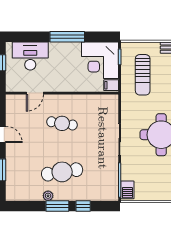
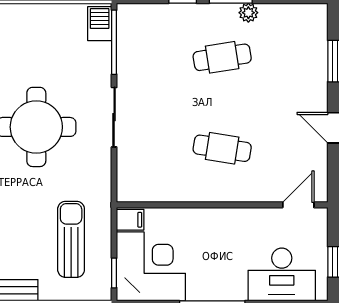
door: (35, 93) -> (298, 205), moved
cafe table: (62, 172) -> (222, 57), width x0.73, depth x0.74

